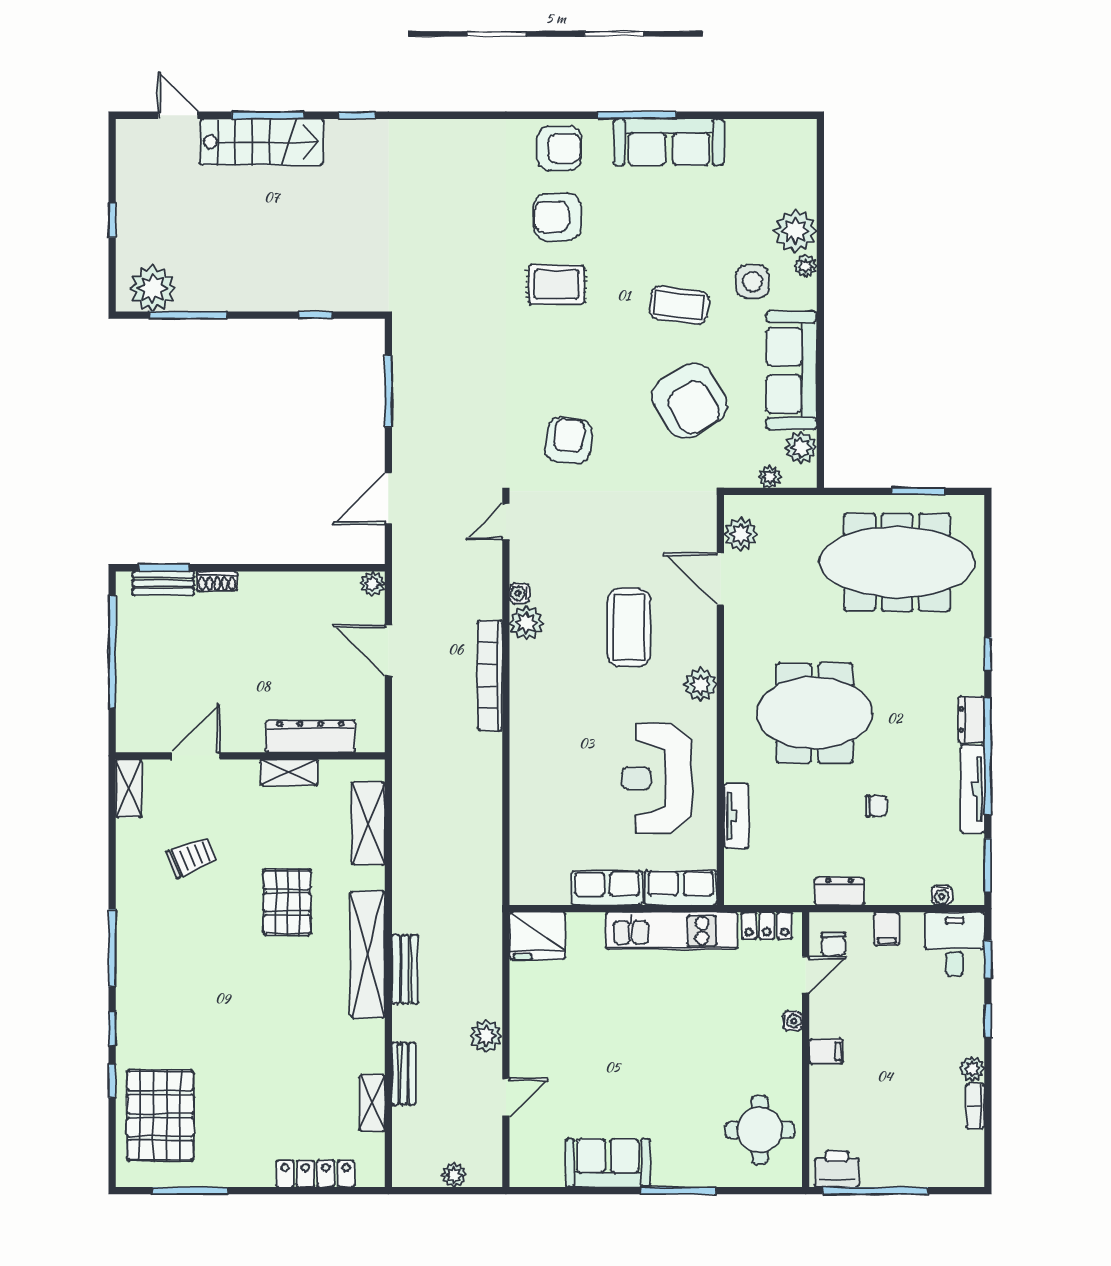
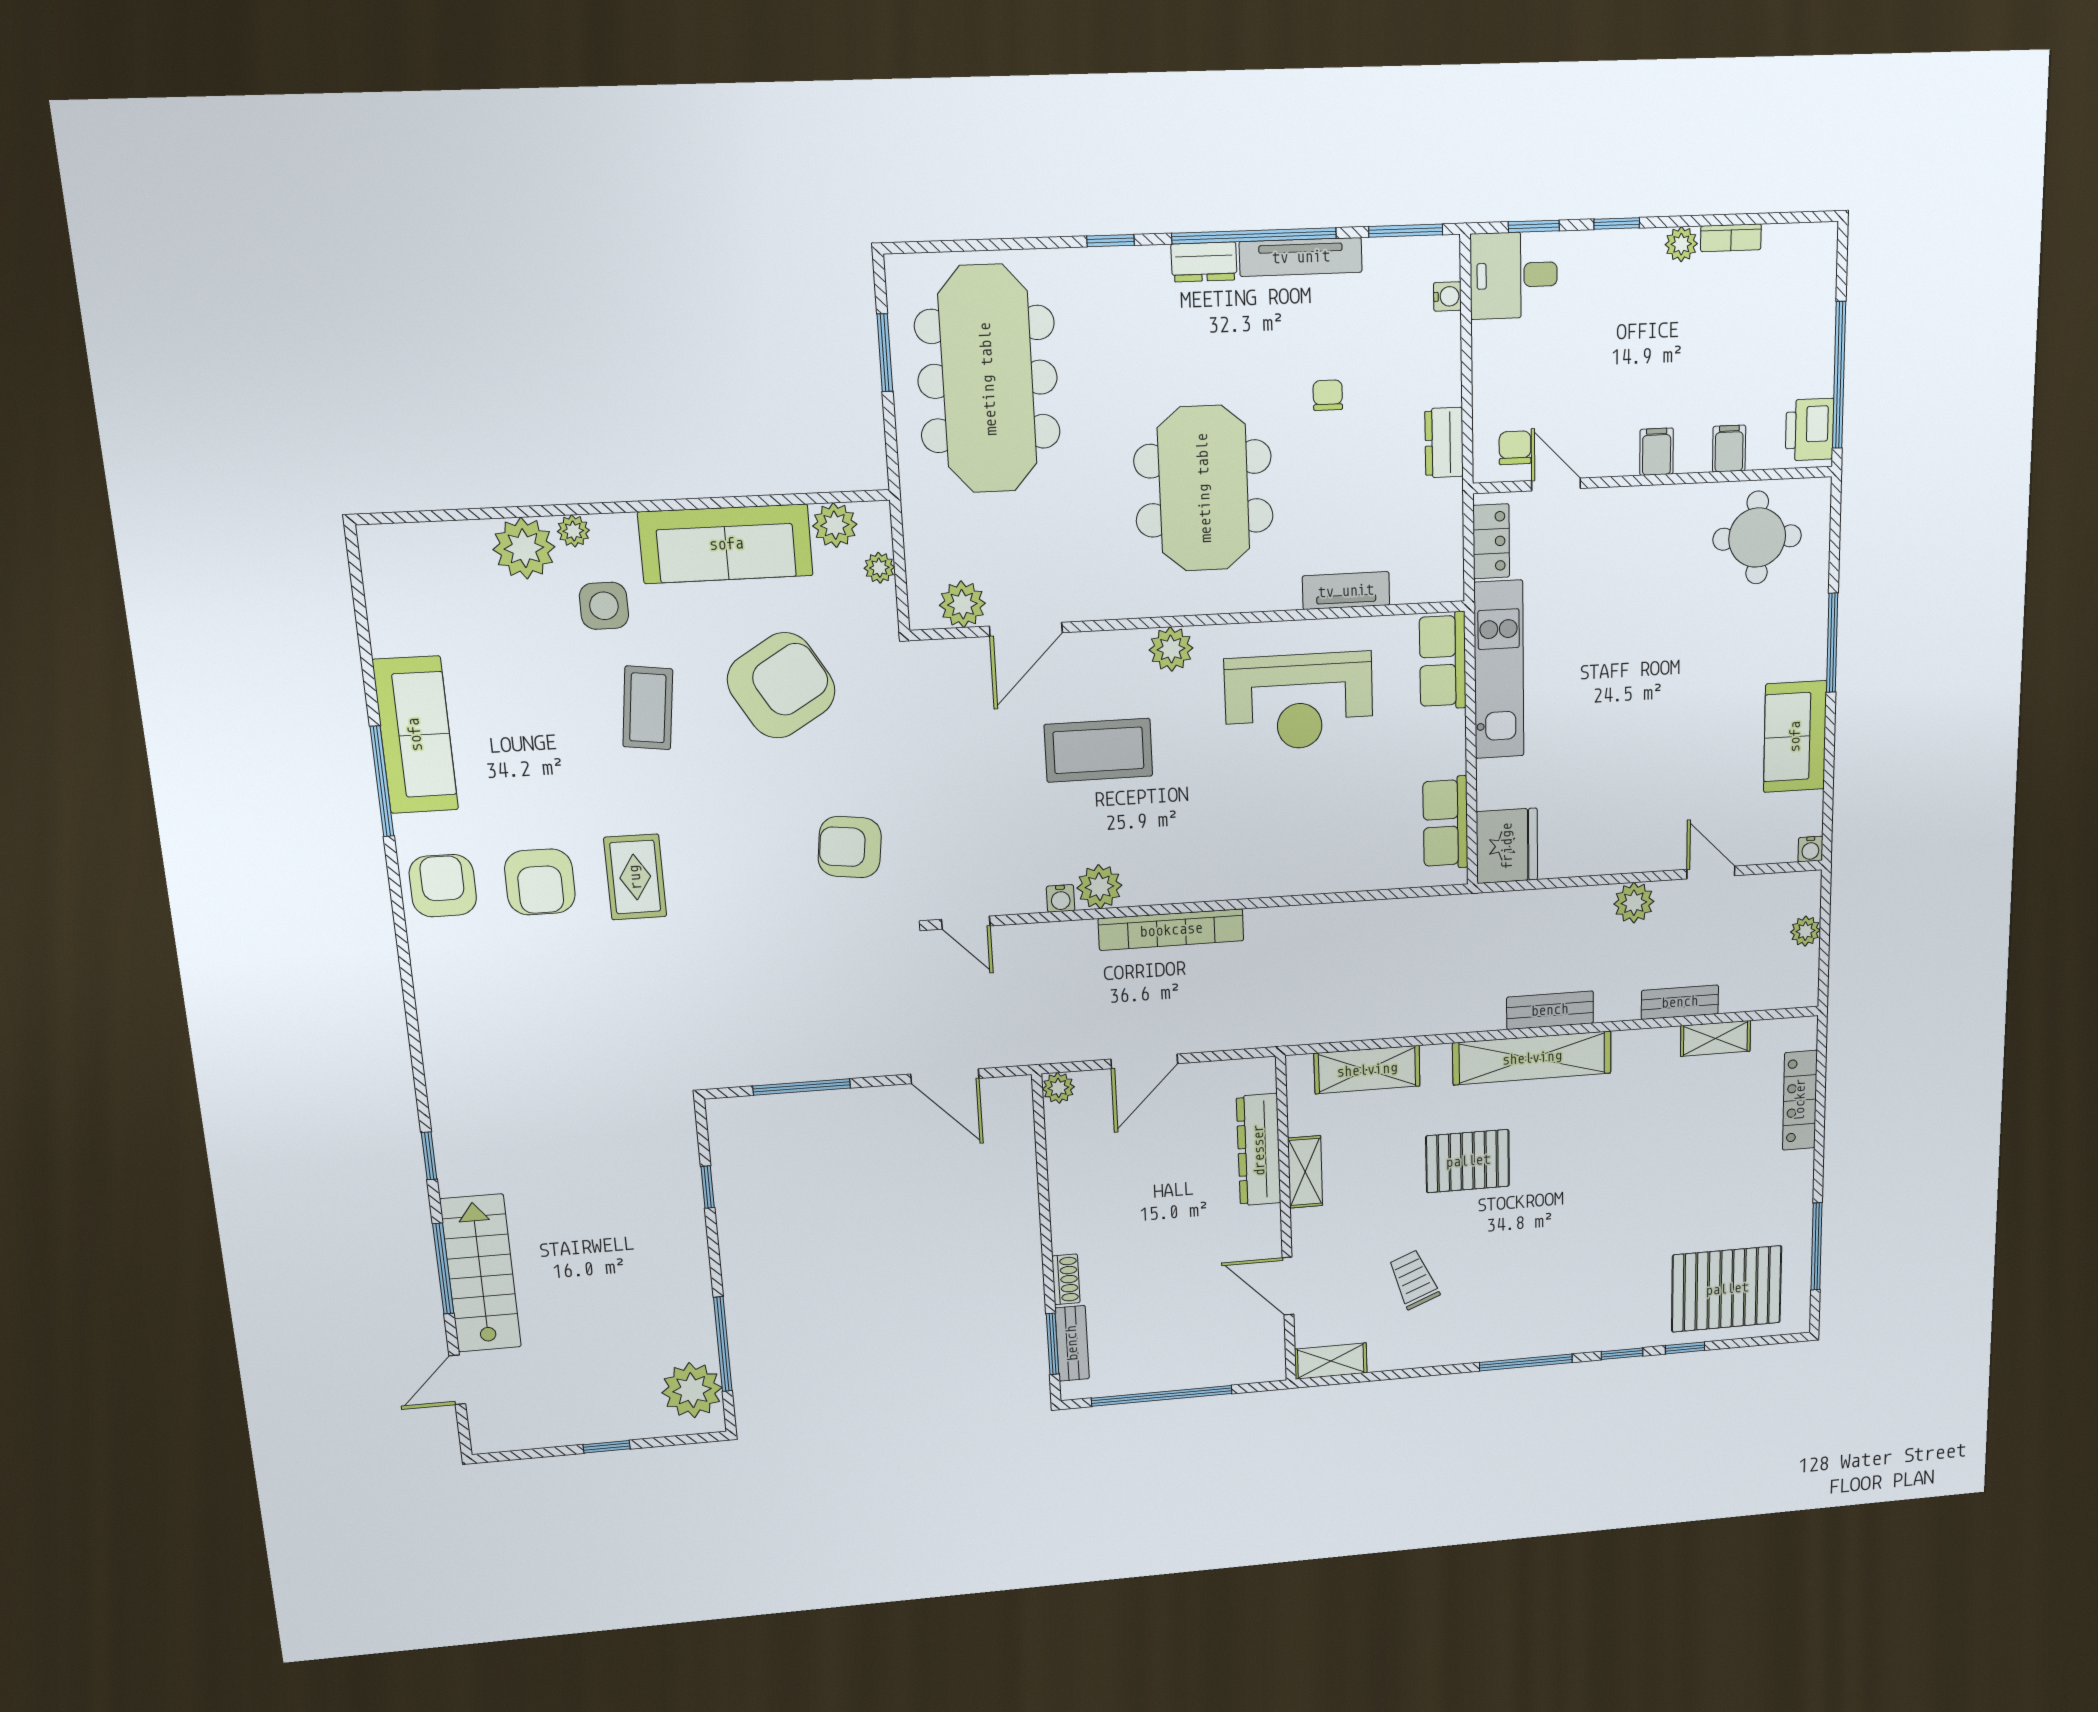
row of seats: (607, 888) -> (1445, 823), moved
filing cabinet: (887, 929) -> (1729, 449), moved, turned -90
chair: (833, 944) -> (1515, 448), turned -90
water cooler: (792, 1021) -> (1810, 849), moved, turned 180

